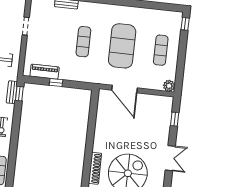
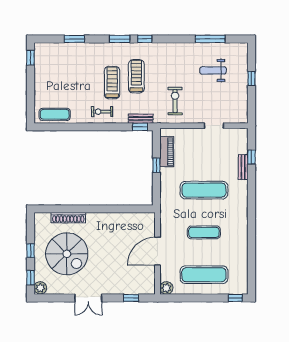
exercise mat: (83, 42) -> (204, 190), width x1.36, depth x1.45
exercise mat: (122, 46) -> (204, 232), width x0.50, depth x0.69
exercise mat: (161, 50) -> (204, 275), width x1.36, depth x1.45
door: (125, 89) -> (158, 251), moved

